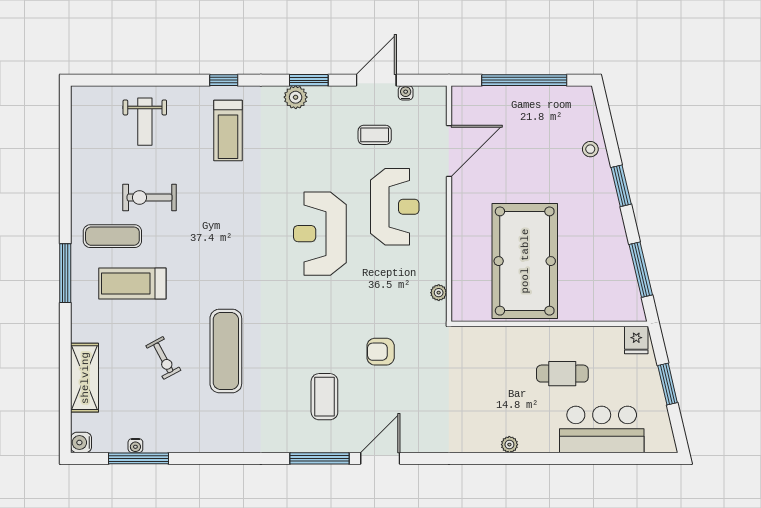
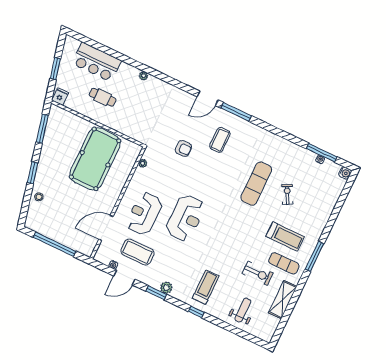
coffee table: (375, 135) -> (137, 252), width x1.86, depth x1.72
shelving: (85, 378) -> (283, 300), moved

